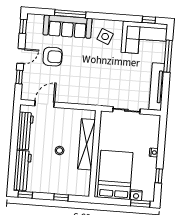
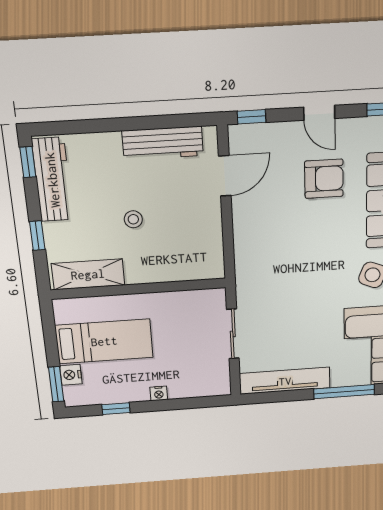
armchair: (53, 57) -> (324, 179), turned -90
window: (19, 77) -> (251, 117), moved
door: (45, 104) -> (225, 176), hinge flipped
shelving: (87, 144) -> (88, 274), moved, width x0.68
workbench: (22, 170) -> (52, 180), moved, turned -90
bed: (115, 175) -> (104, 341), width x0.67

